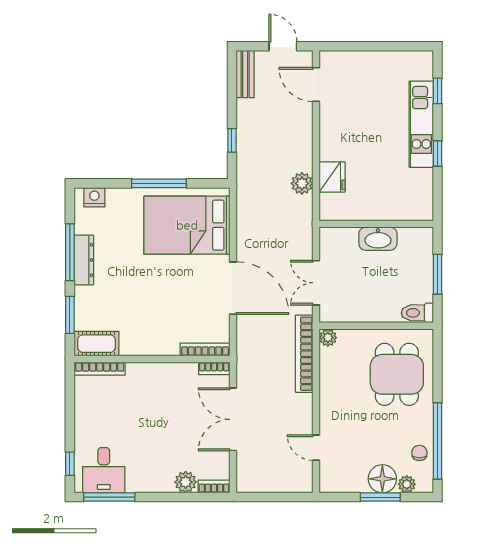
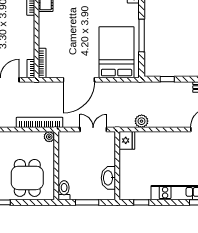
window: (438, 154) -> (141, 202), moved
fridge: (332, 177) -> (127, 140), moved, turned -90
washbasin: (378, 239) -> (108, 178), moved
double door: (316, 283) -> (93, 130), moved
dining table: (397, 374) -> (27, 178), turned 90

